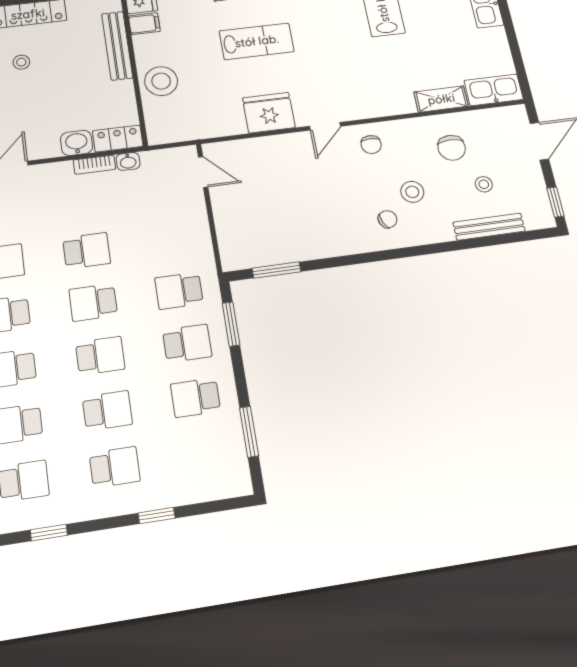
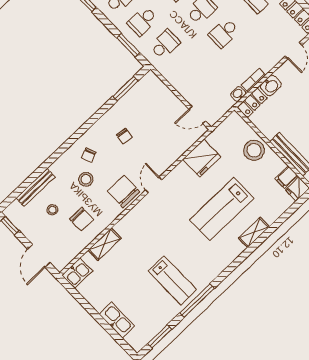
lab bench: (257, 41) -> (222, 209), width x1.36, depth x1.39
kitchen sink: (494, 90) -> (77, 273), width x0.73
fridge: (269, 113) -> (202, 158), moved
chair: (371, 145) -> (124, 191), width x1.87, depth x1.87
chair: (452, 148) -> (82, 219), turned 180
chair: (321, 211) -> (124, 136), added

